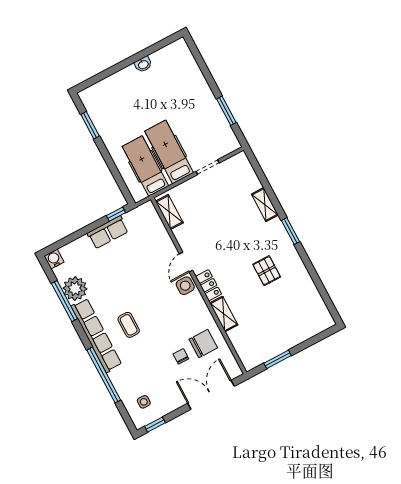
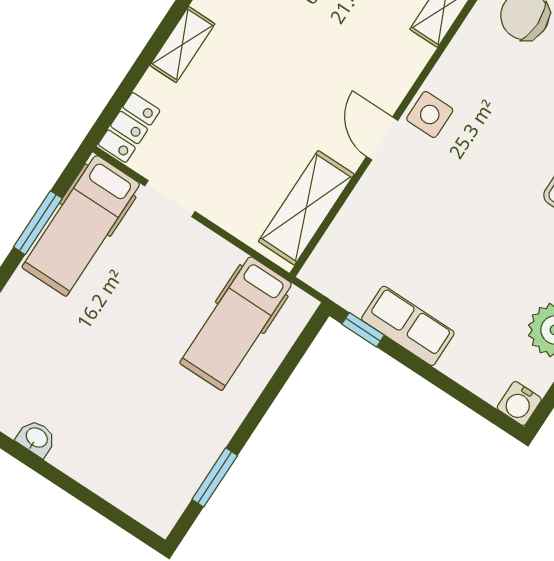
hospital bed: (169, 152) -> (81, 226), moved
shelving: (169, 212) -> (306, 208), width x1.50, depth x1.33
door: (186, 262) -> (382, 138), swing flipped
locker: (209, 285) -> (129, 127), moved, turned 180

